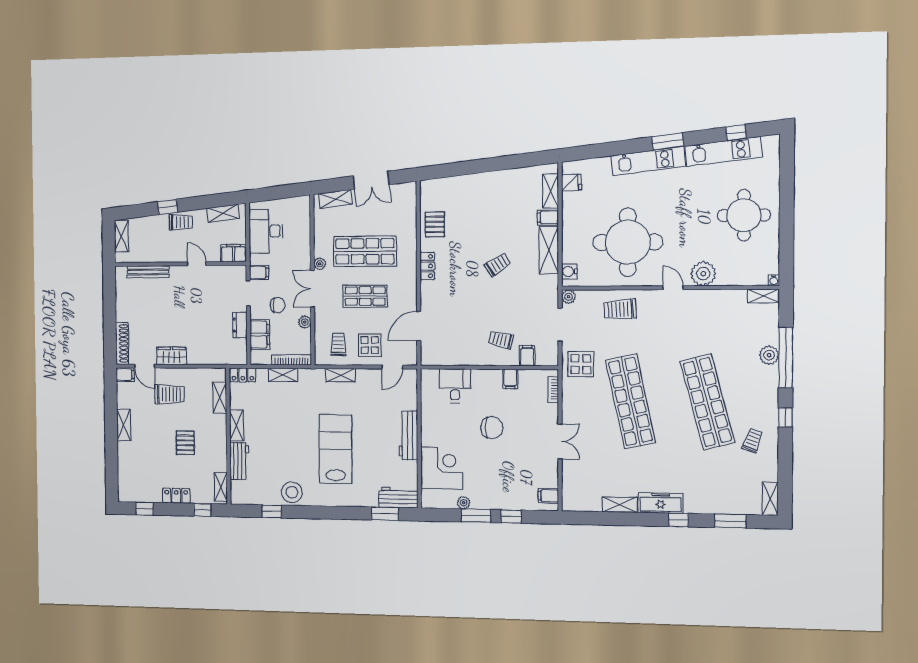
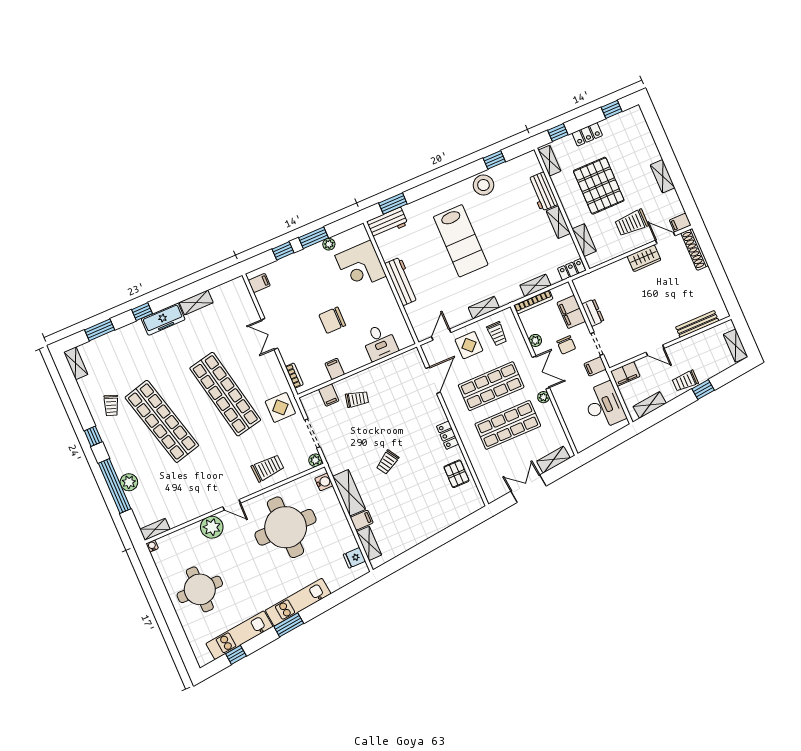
shop shelf: (365, 296) -> (491, 386), width x1.43, depth x1.36
chair: (277, 305) -> (566, 345), turned -90
pallet: (185, 443) -> (599, 186), width x2.05, depth x2.00

